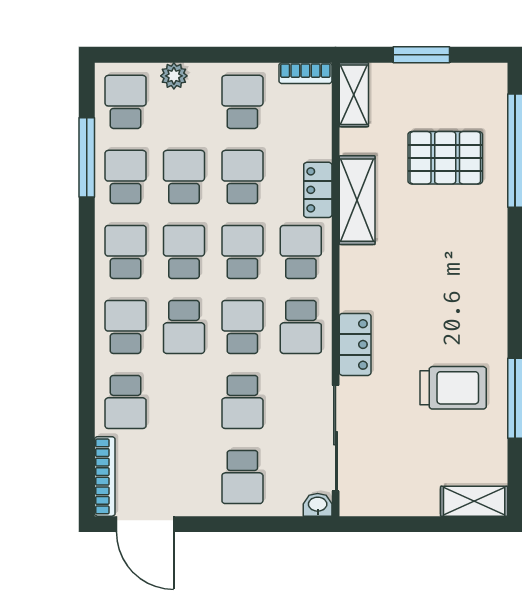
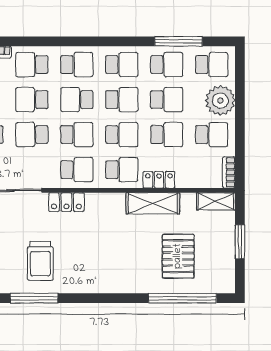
plant: (174, 76) -> (220, 101), width x1.88, depth x1.88
school desk: (301, 327) -> (77, 170), turned 180
school desk: (184, 402) -> (32, 100), added

